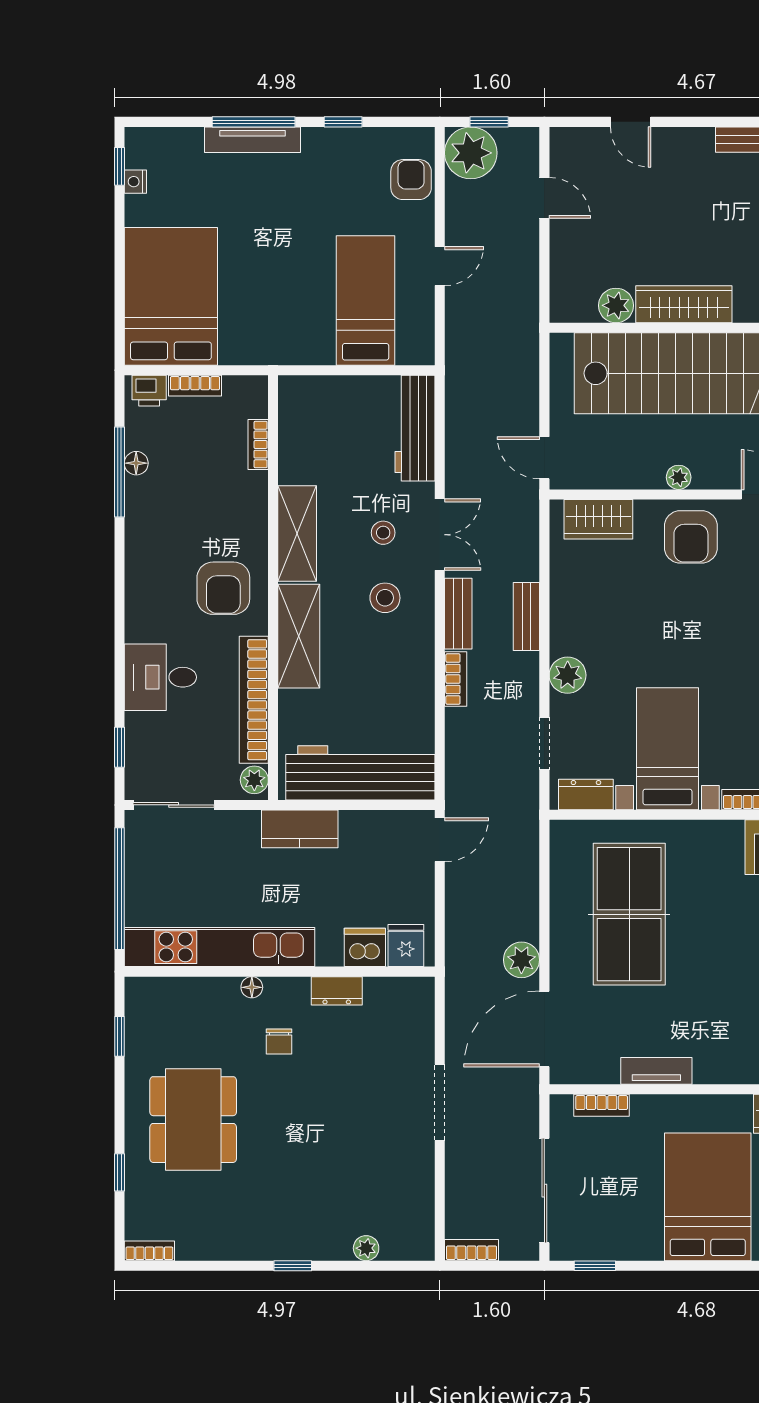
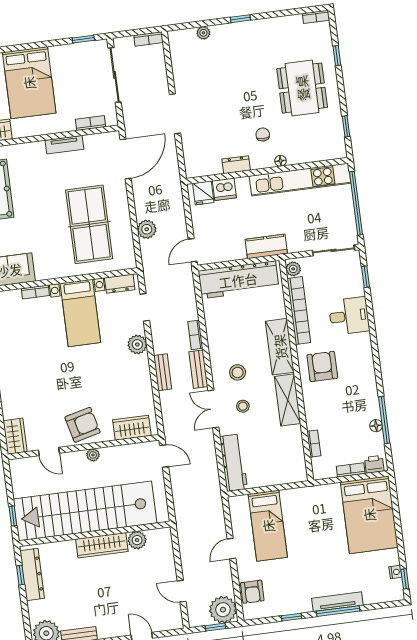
armchair: (691, 537) -> (83, 425), turned 76
plant: (521, 960) -> (147, 229), moved

